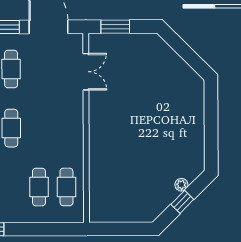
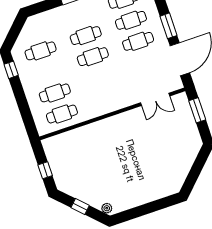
plant: (181, 185) -> (107, 208), moved
window: (126, 229) -> (45, 170), added

